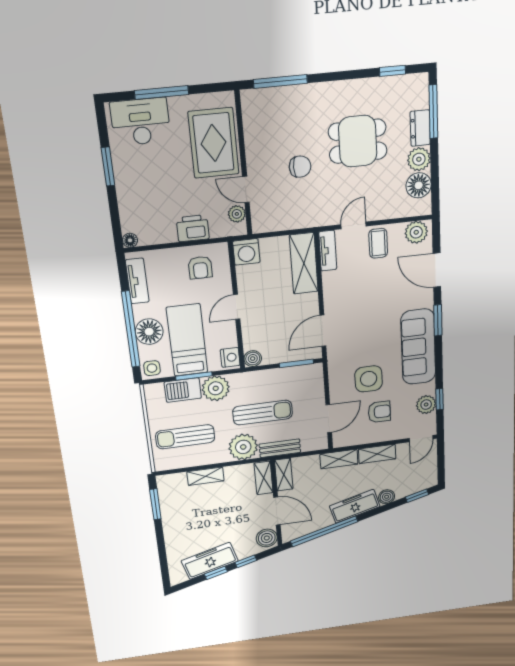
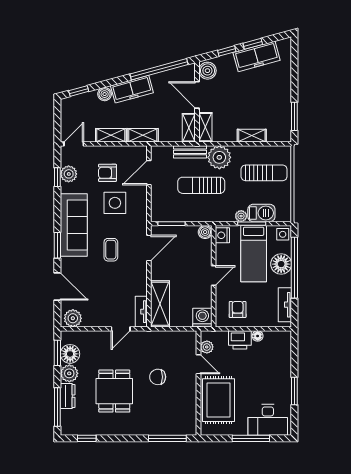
dining table: (358, 141) -> (114, 391), turned 90
window: (435, 185) -> (57, 353), added
floor lamp: (130, 240) -> (258, 336), moved
coffee table: (378, 243) -> (111, 250), moved
plant: (216, 388) -> (241, 216), width x0.53, depth x0.53

